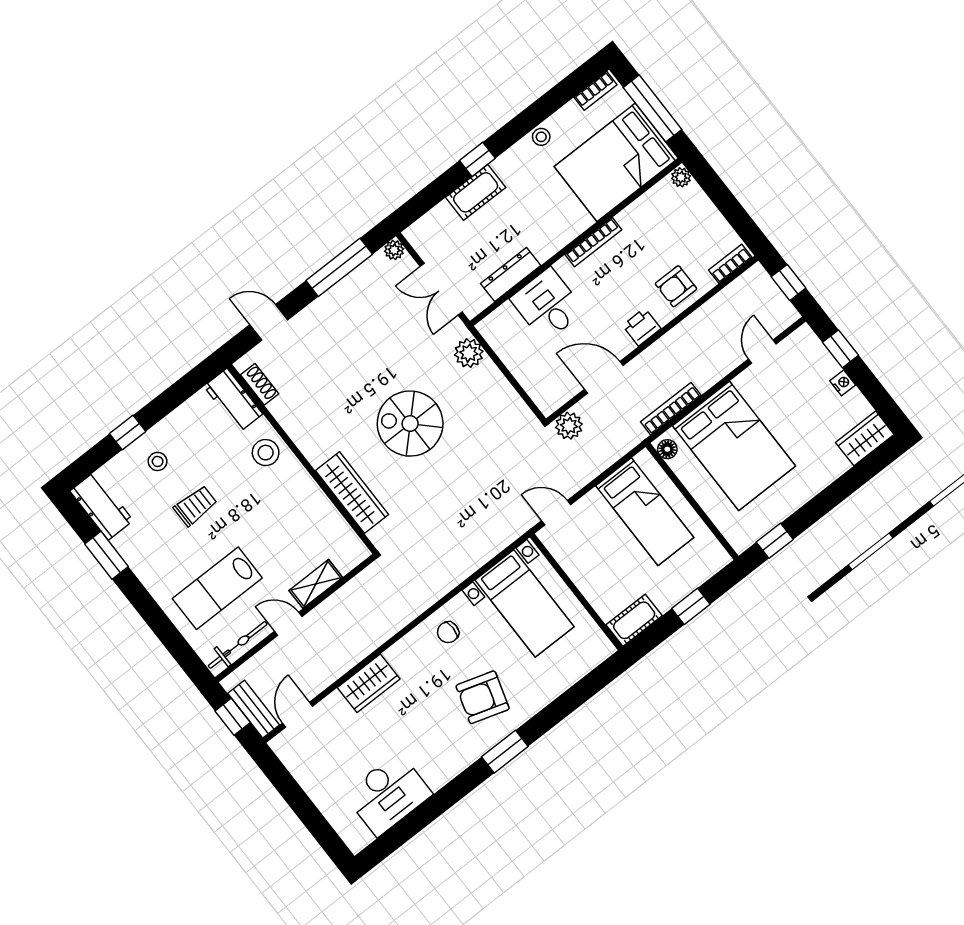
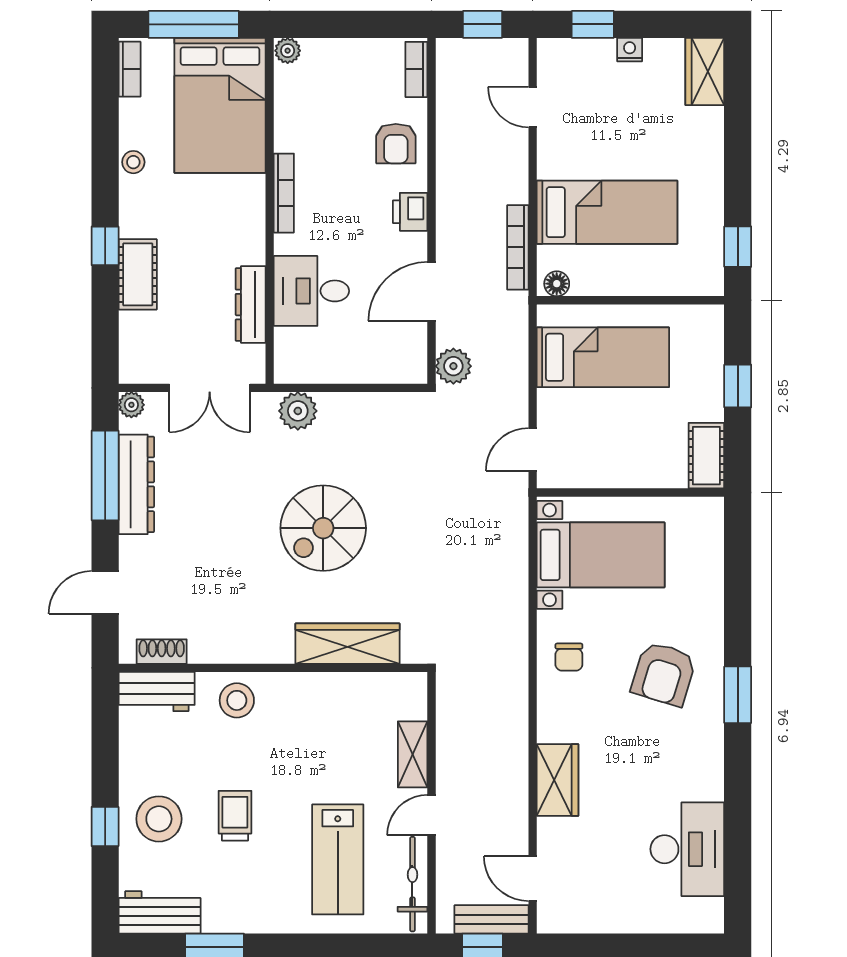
dresser: (348, 290) -> (136, 484), added
bed: (734, 446) -> (607, 212), width x0.67
stool: (158, 461) -> (159, 819), width x1.89, depth x1.89

